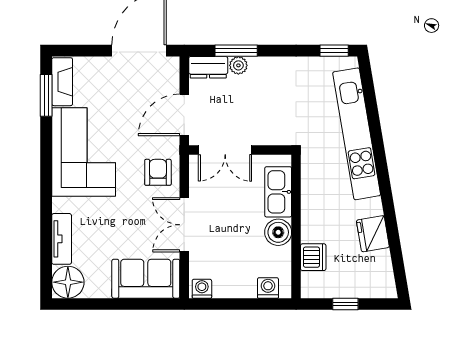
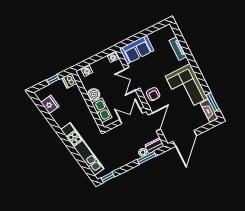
double door: (184, 225) -> (132, 79), swing flipped
fridge: (373, 234) -> (50, 104), moved
dishwasher: (313, 257) -> (69, 81), moved
floor lamp: (68, 282) -> (167, 33), removed

